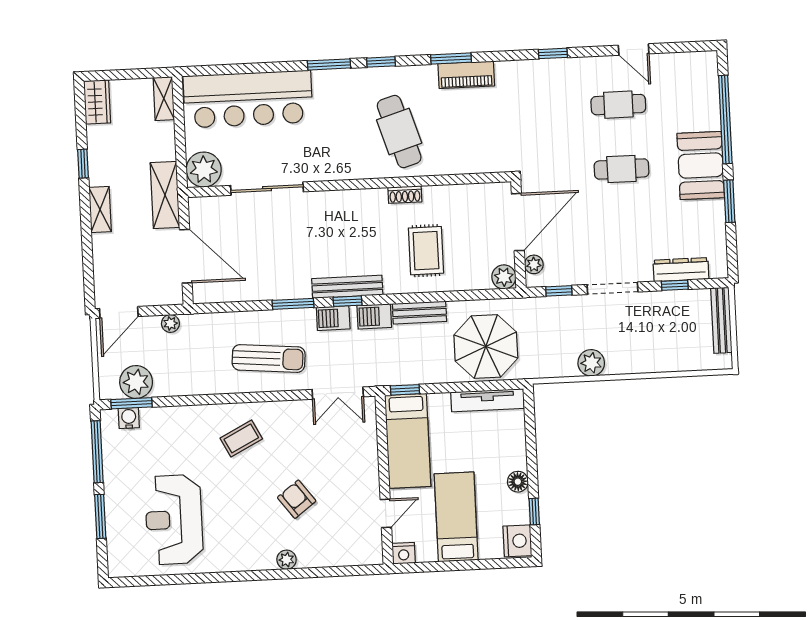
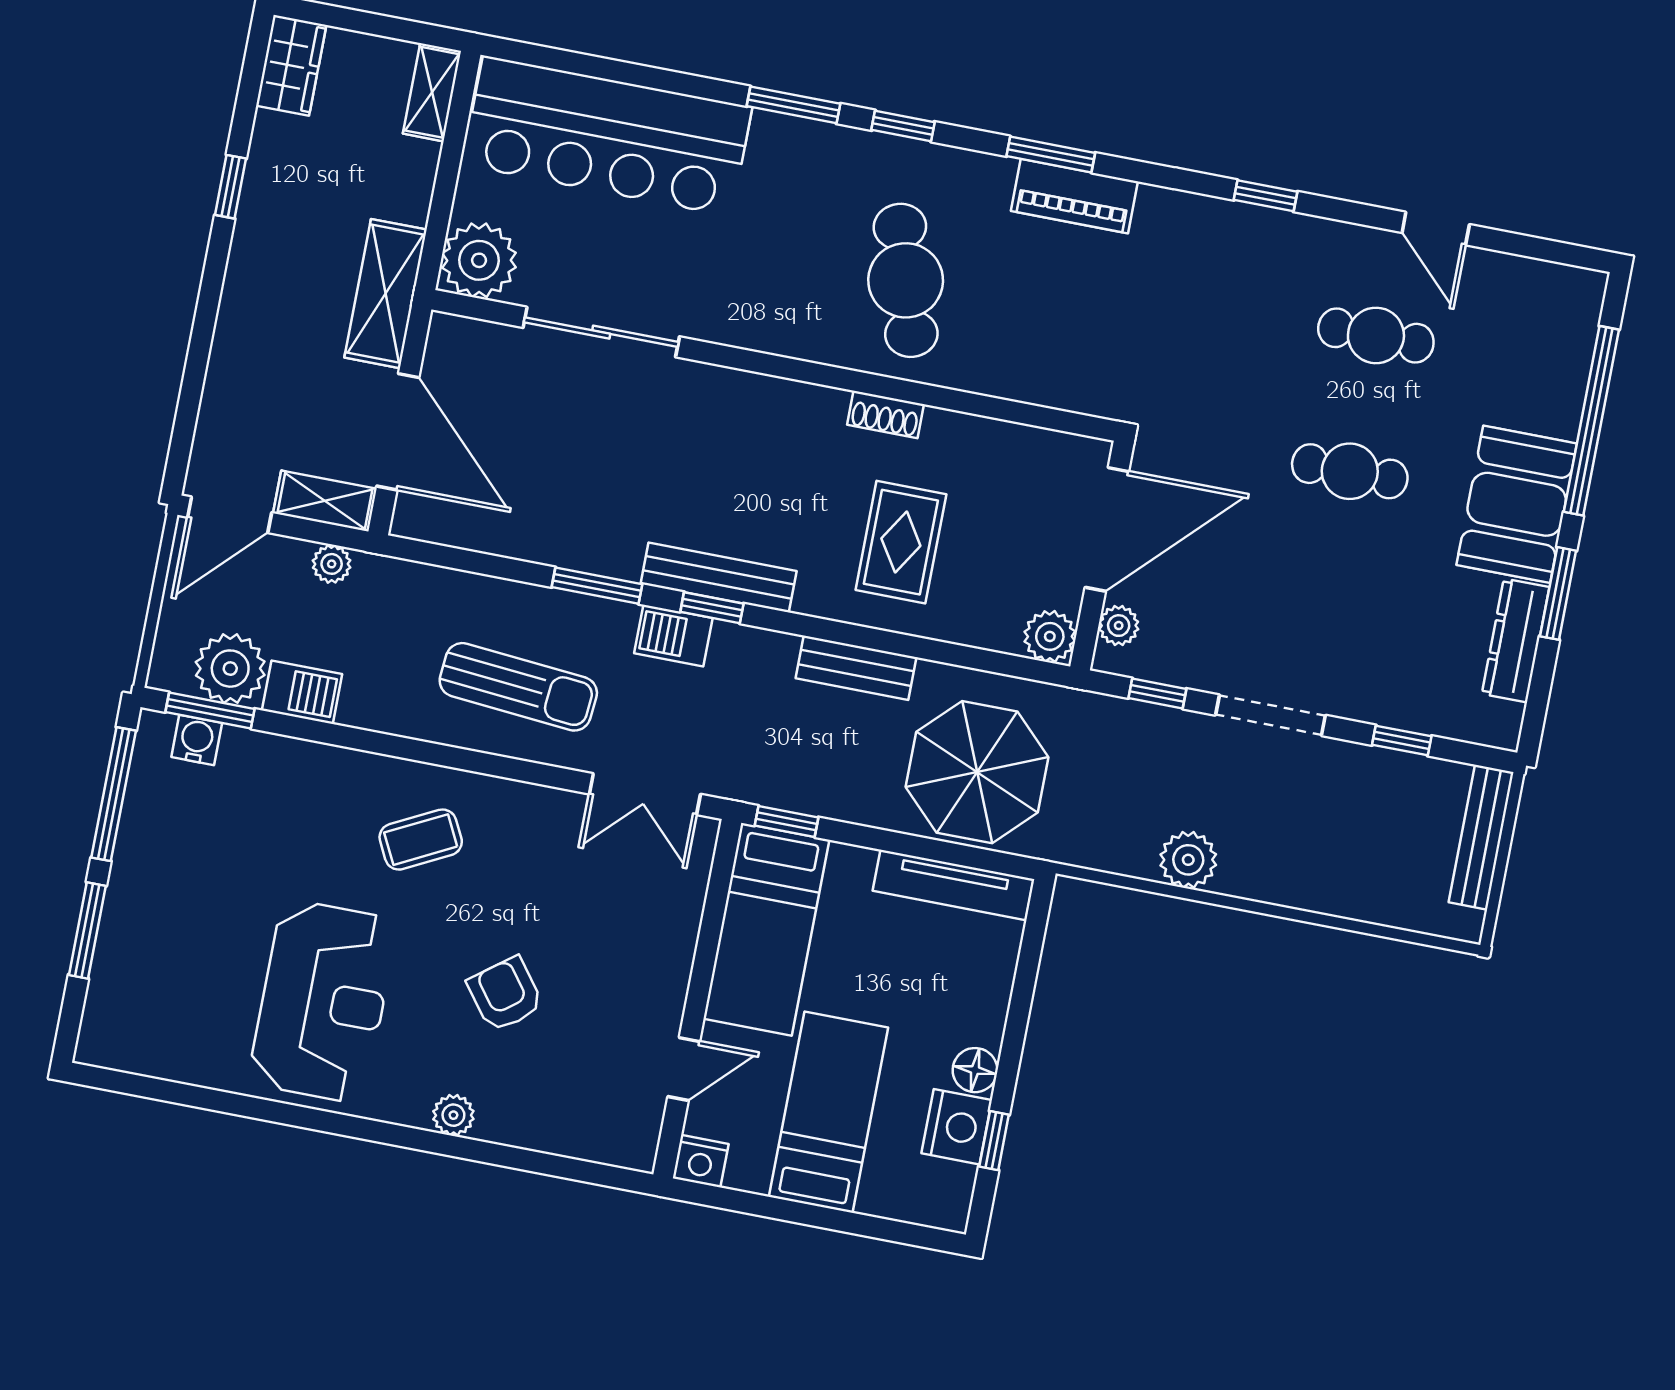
shelving: (100, 210) -> (325, 501), moved, turned 90
dresser: (681, 270) -> (1516, 640), moved, turned -90
barbecue: (374, 316) -> (302, 692), moved, turned 180
reception desk: (174, 520) -> (323, 1001), moved, turned 180
nightstand: (517, 541) -> (957, 1127), moved

